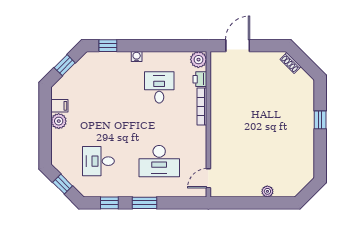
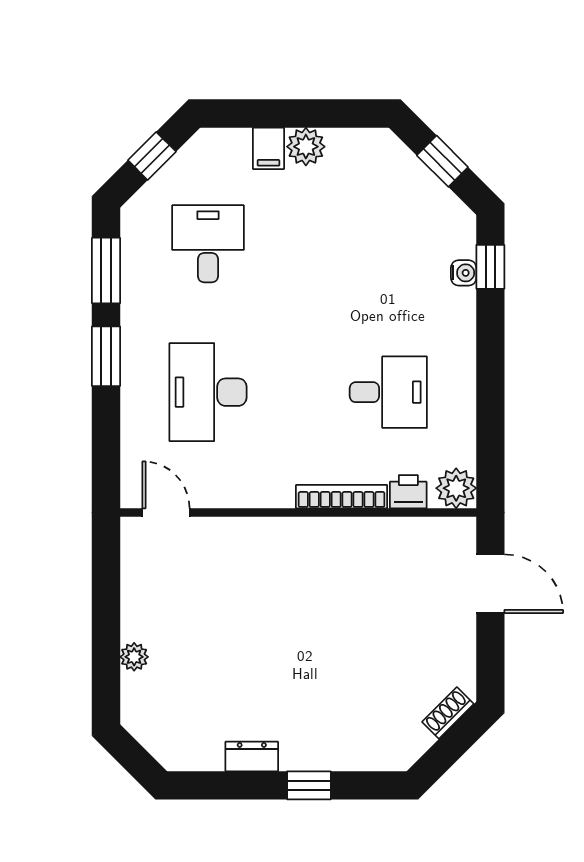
water cooler: (137, 57) -> (464, 273), moved
filing cabinet: (59, 106) -> (268, 148), moved
dresser: (308, 143) -> (252, 757), added
window: (109, 203) -> (106, 271), width x1.50

